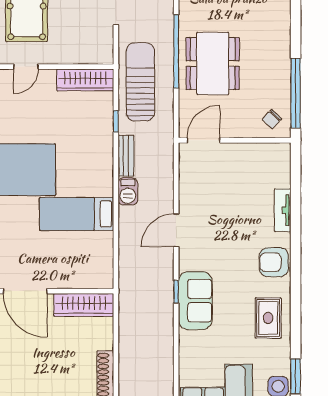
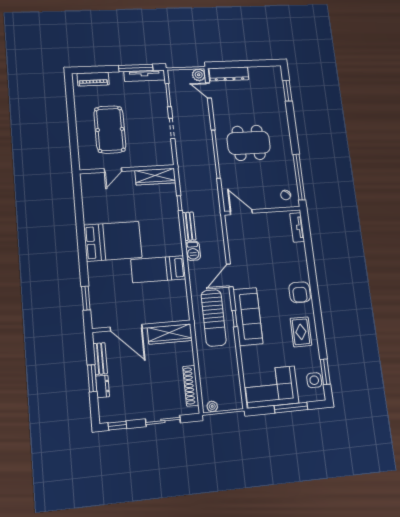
dining table: (213, 64) -> (249, 143), moved, turned 90
sun lounger: (140, 82) -> (214, 318), moved, turned 180
door: (203, 140) -> (241, 212), hinge flipped
tv unit: (283, 210) -> (297, 227), moved
armchair: (274, 262) -> (300, 292), turned -90
sofa: (195, 301) -> (248, 316), width x1.36

